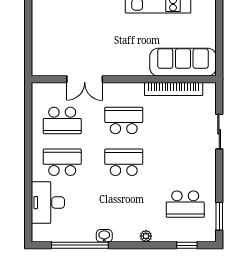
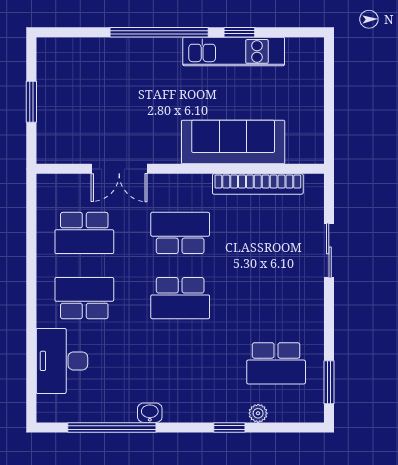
window: (28, 36) -> (31, 102), added
sofa: (183, 62) -> (233, 142), moved
school desk: (124, 162) -> (180, 298), turned 180
plant: (146, 236) -> (258, 413), moved
window: (187, 245) -> (229, 427), moved

